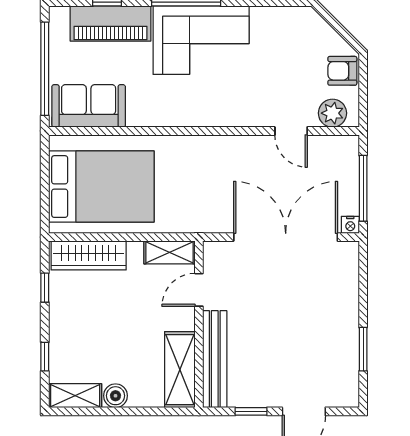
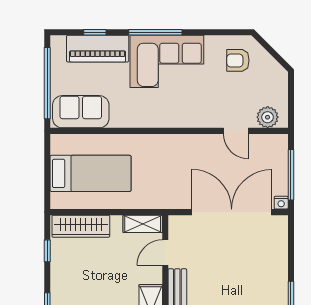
armchair: (342, 71) -> (238, 60), moved
bed: (101, 187) -> (90, 173), width x0.67

